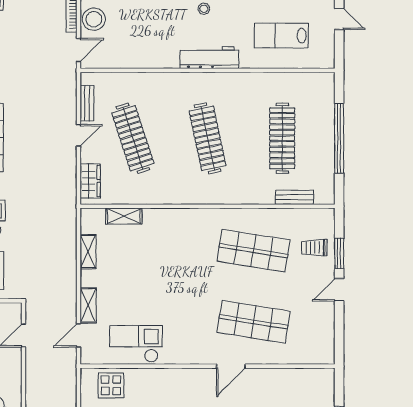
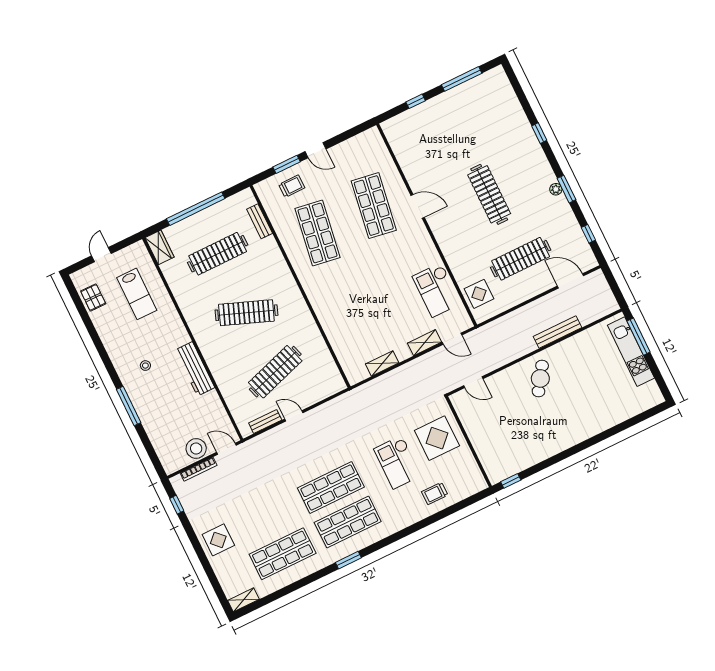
workbench: (209, 58) -> (195, 369), moved
clothes rail: (208, 138) -> (246, 313), turned 33
wardrobe: (90, 181) -> (160, 247), moved, turned 90
shelving: (124, 216) -> (340, 349), removed
trolley: (314, 248) -> (292, 186), turned -90

